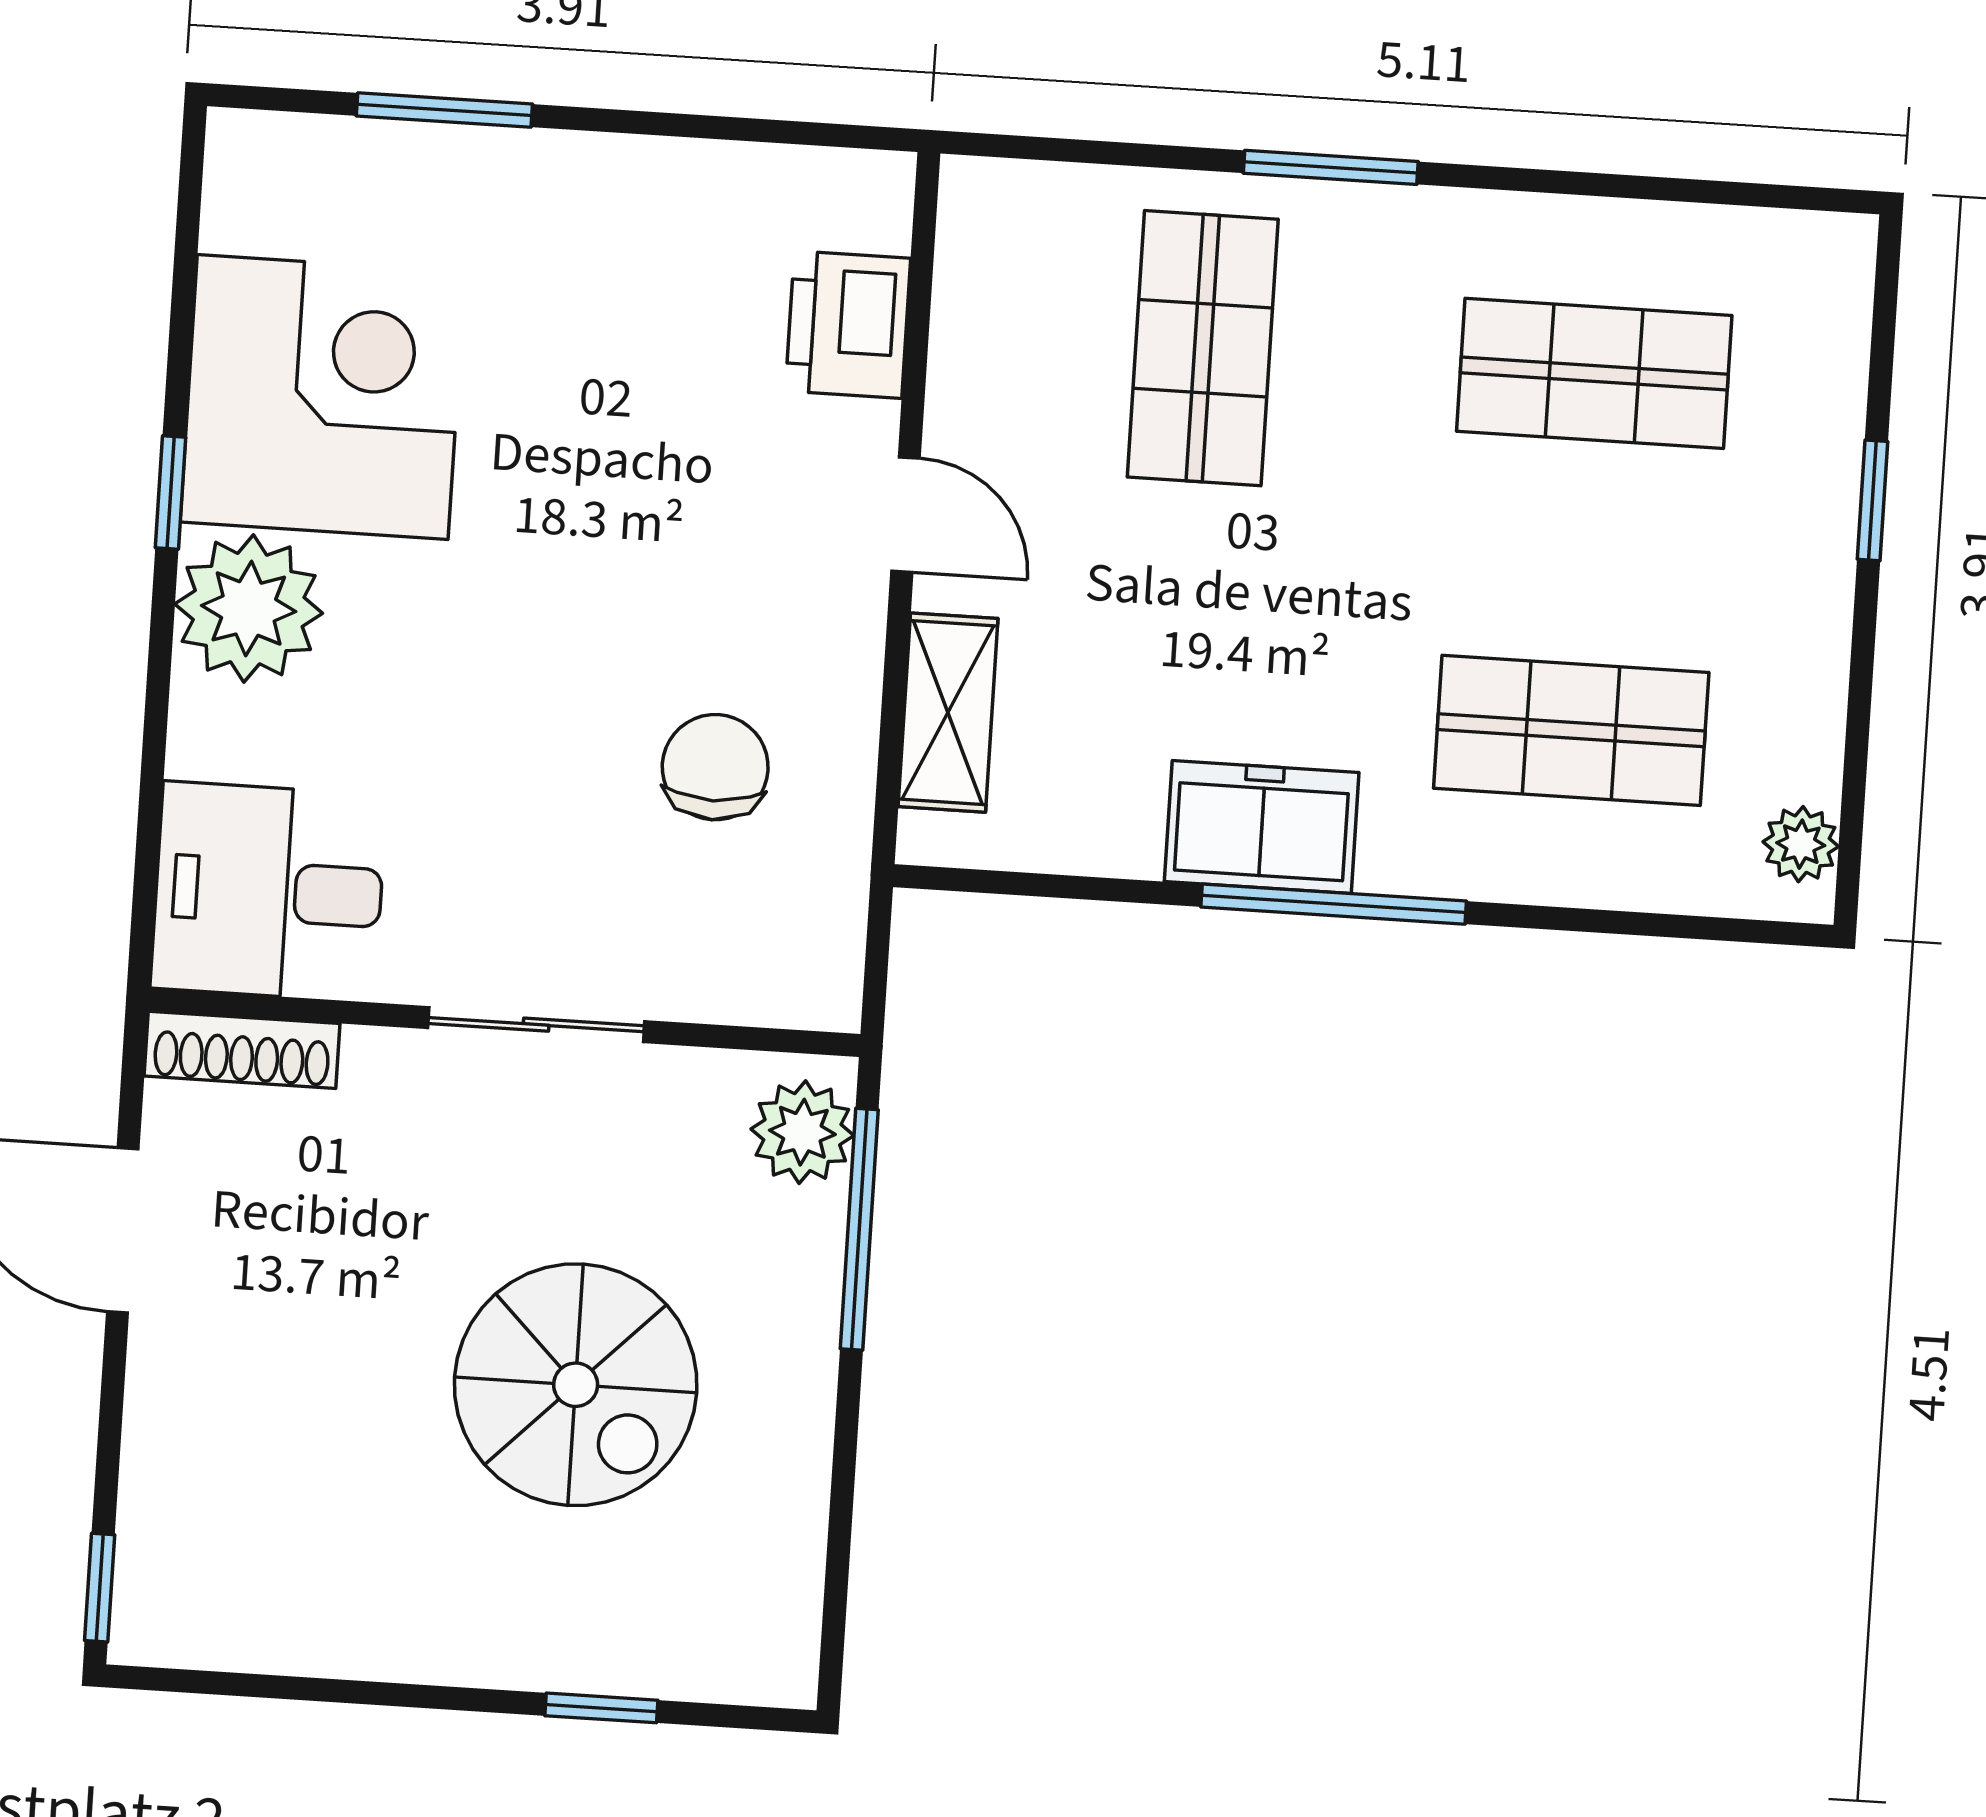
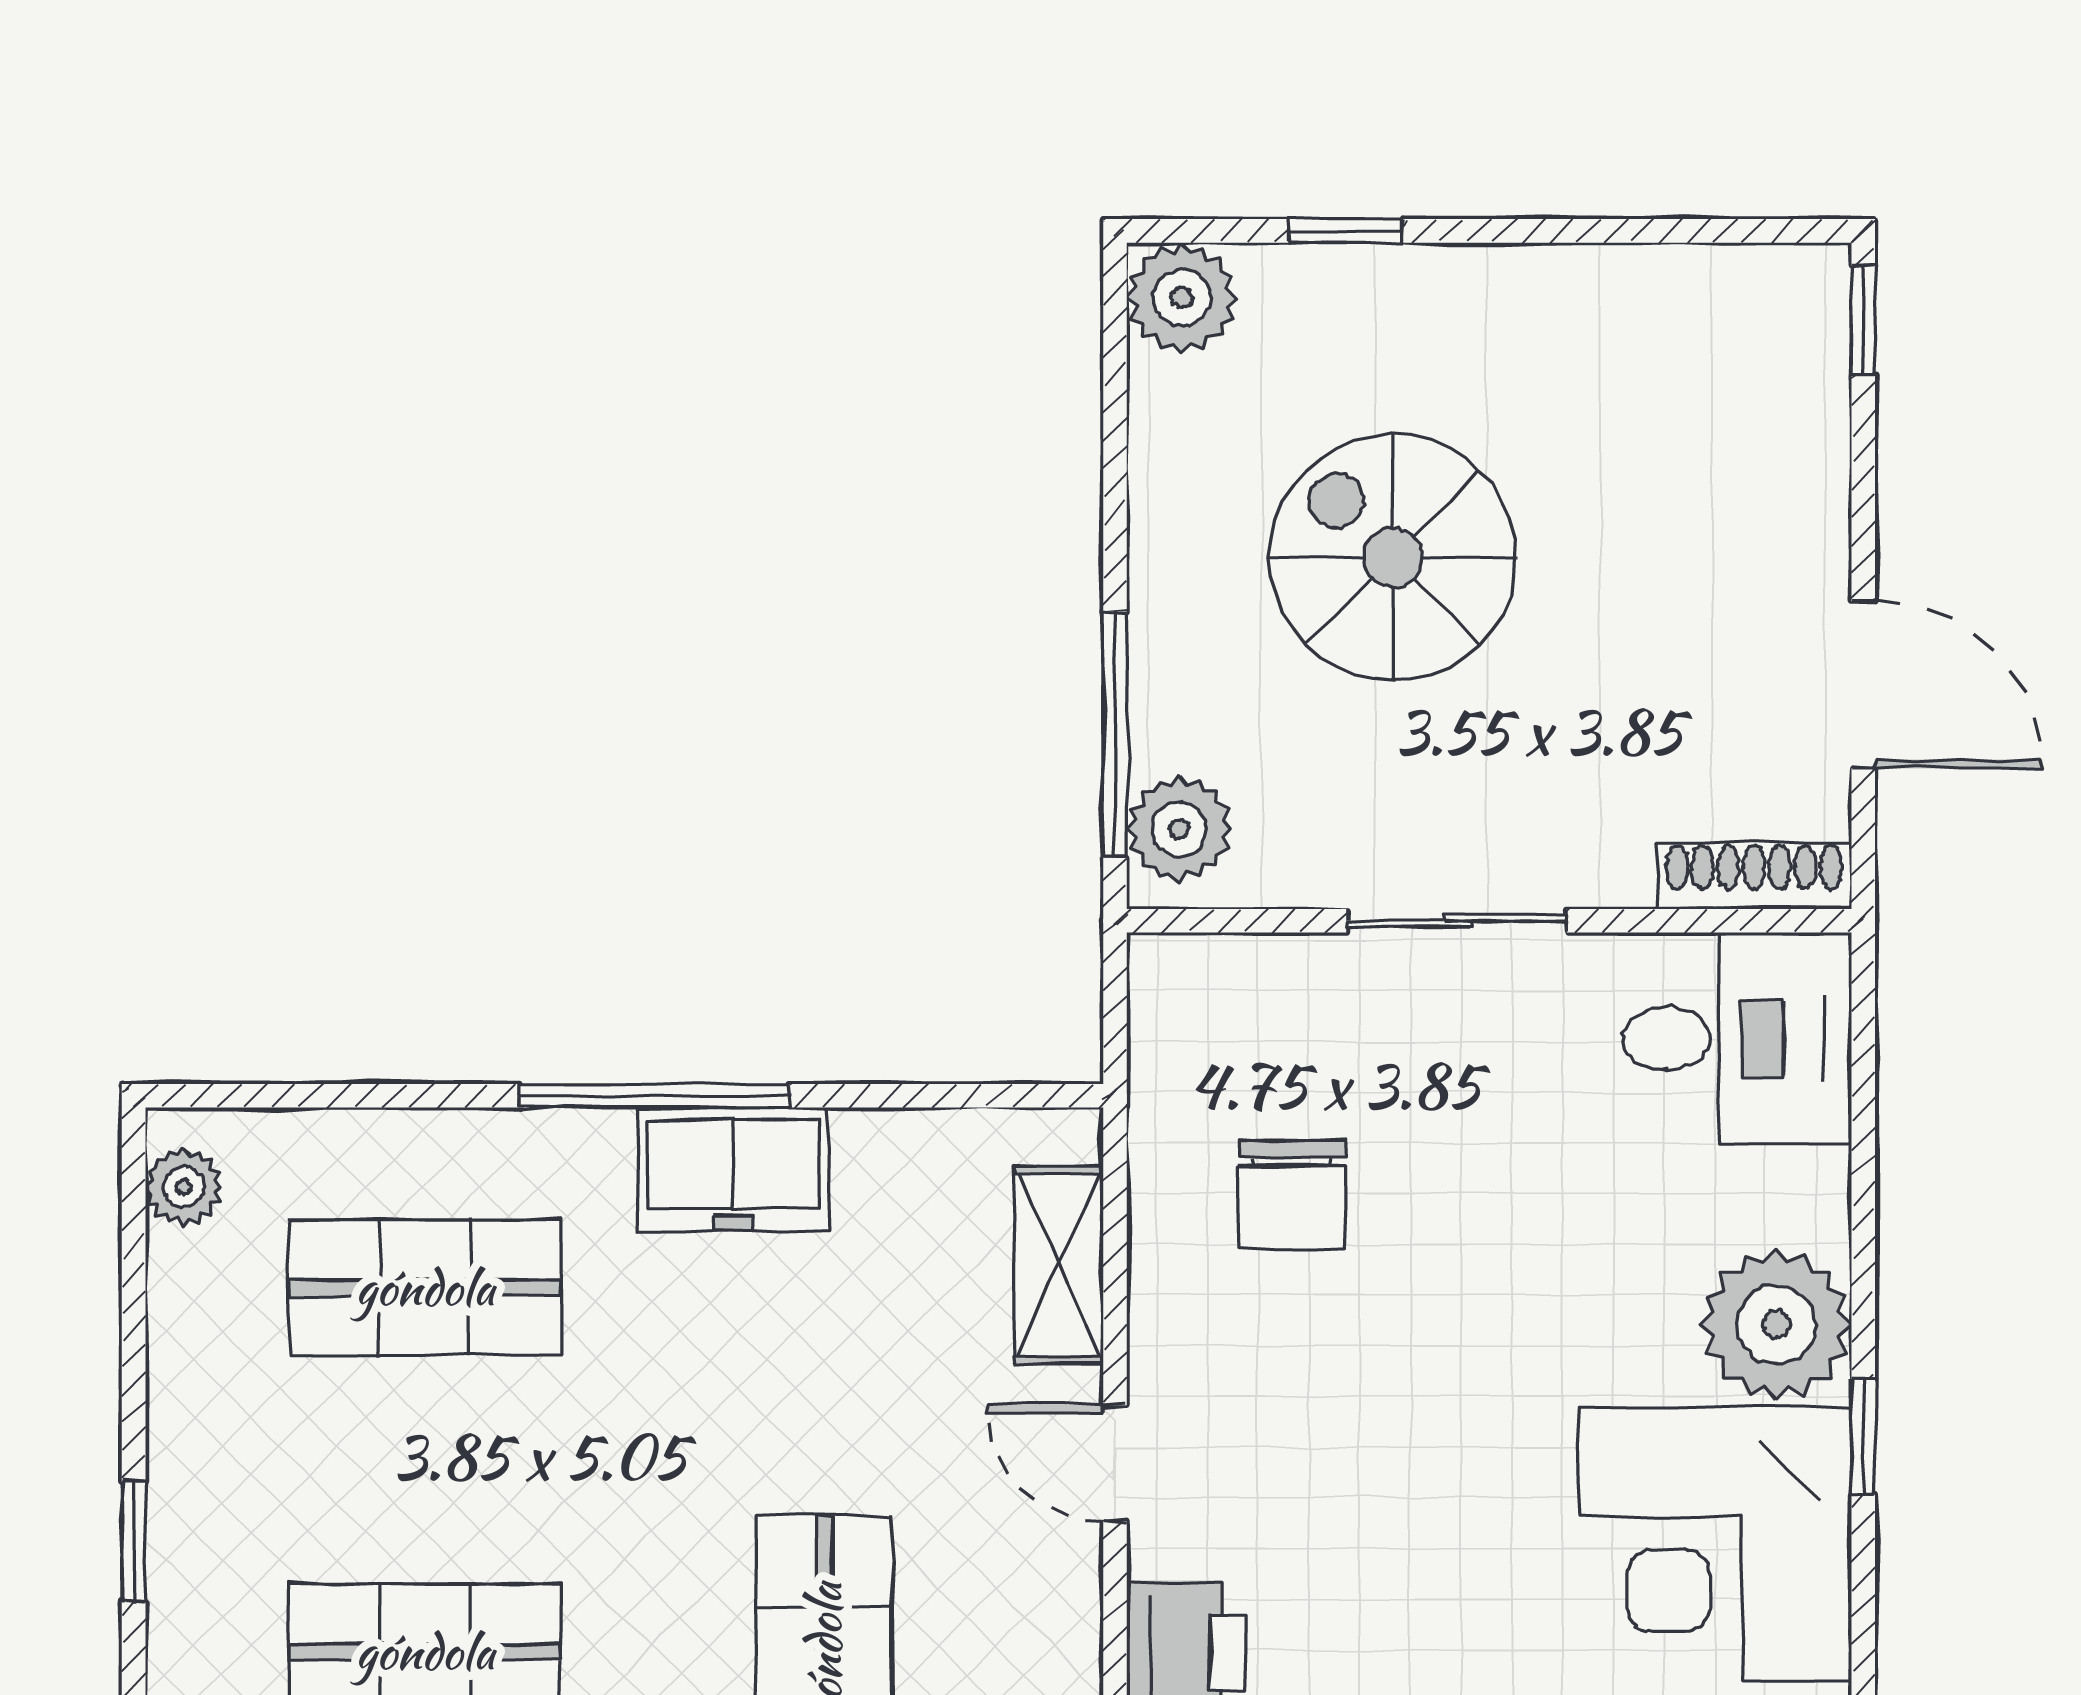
plant: (766, 1653) -> (1182, 298), added

